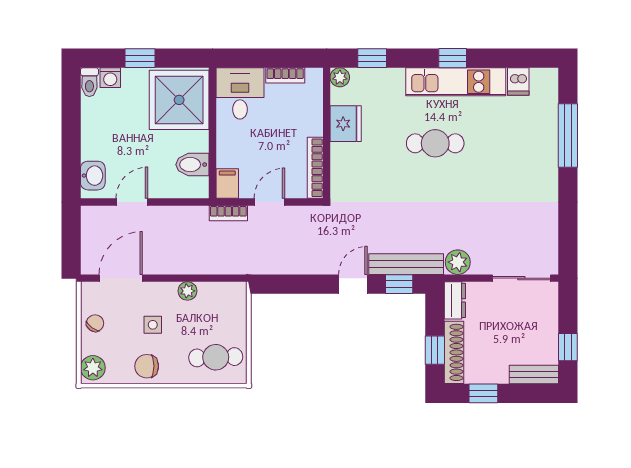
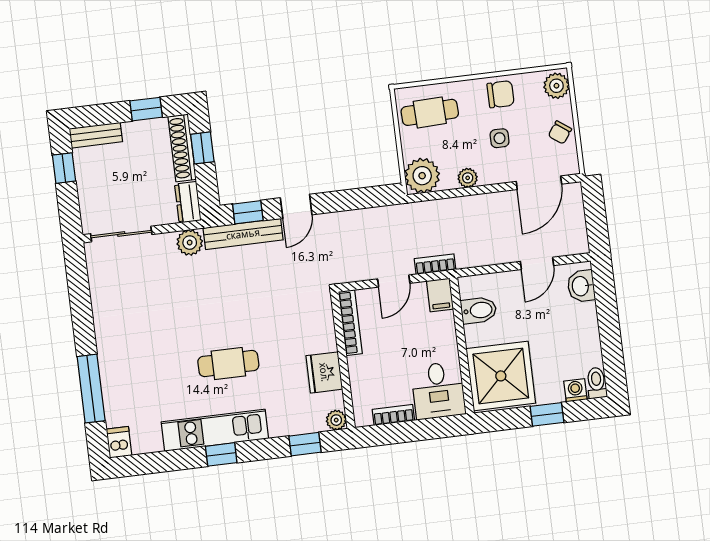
dishwasher: (518, 82) -> (119, 442), moved
plant: (230, 298) -> (422, 176), added

